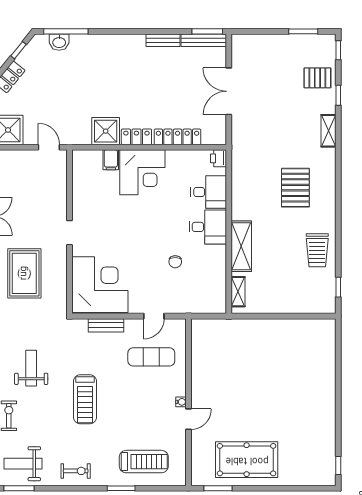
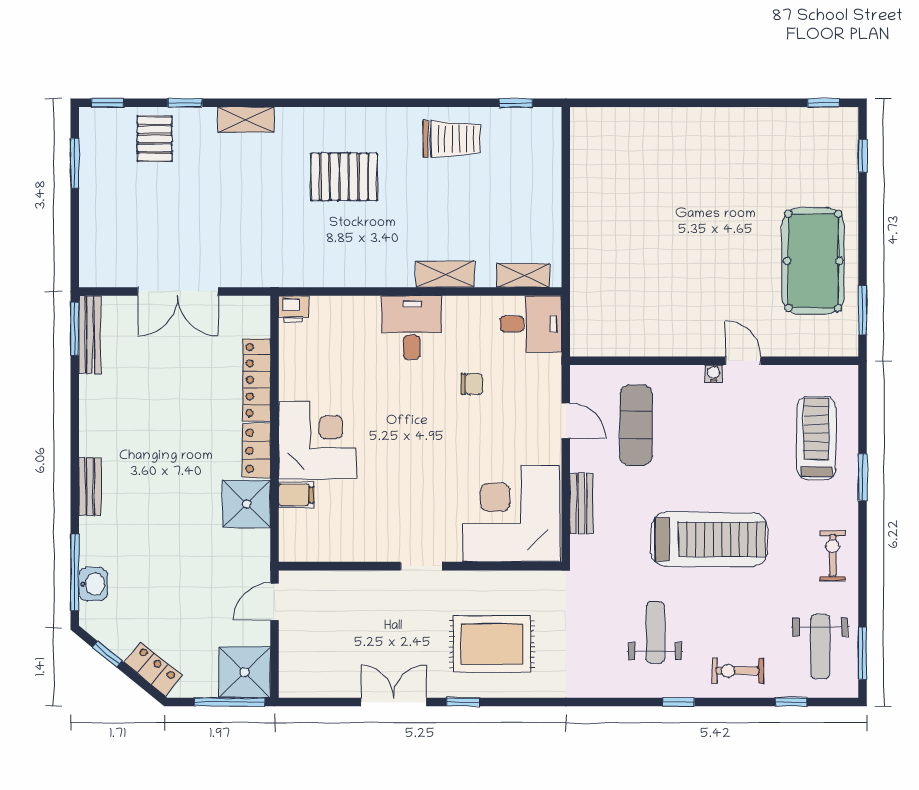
bench: (163, 40) -> (90, 487), moved
desk: (209, 192) -> (531, 324), moved, turned 90
shelving: (241, 246) -> (445, 274), width x0.67, depth x0.75
weight bench: (31, 368) -> (655, 632), turned 90
treadmill: (85, 399) -> (709, 539), width x1.37, depth x1.38
window: (307, 488) -> (863, 156), added

